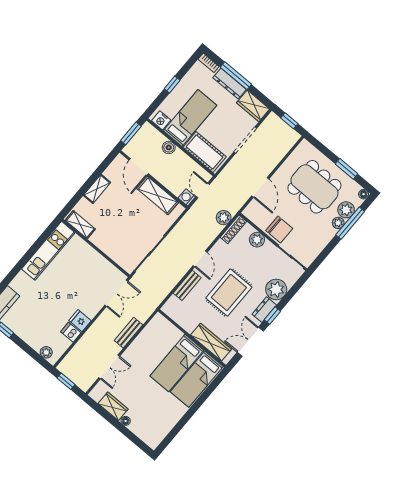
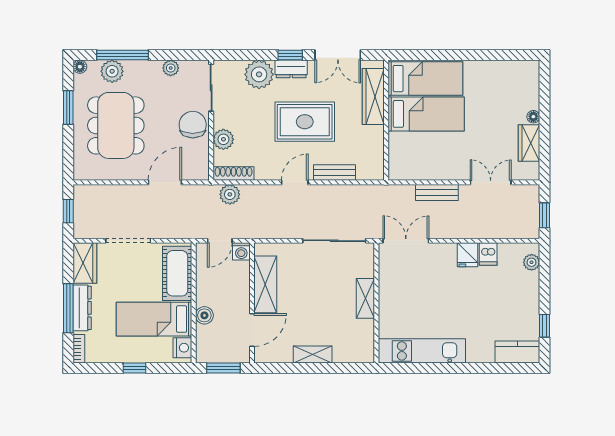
plant: (338, 223) -> (171, 68), moved
shelving: (80, 225) -> (365, 298), moved

